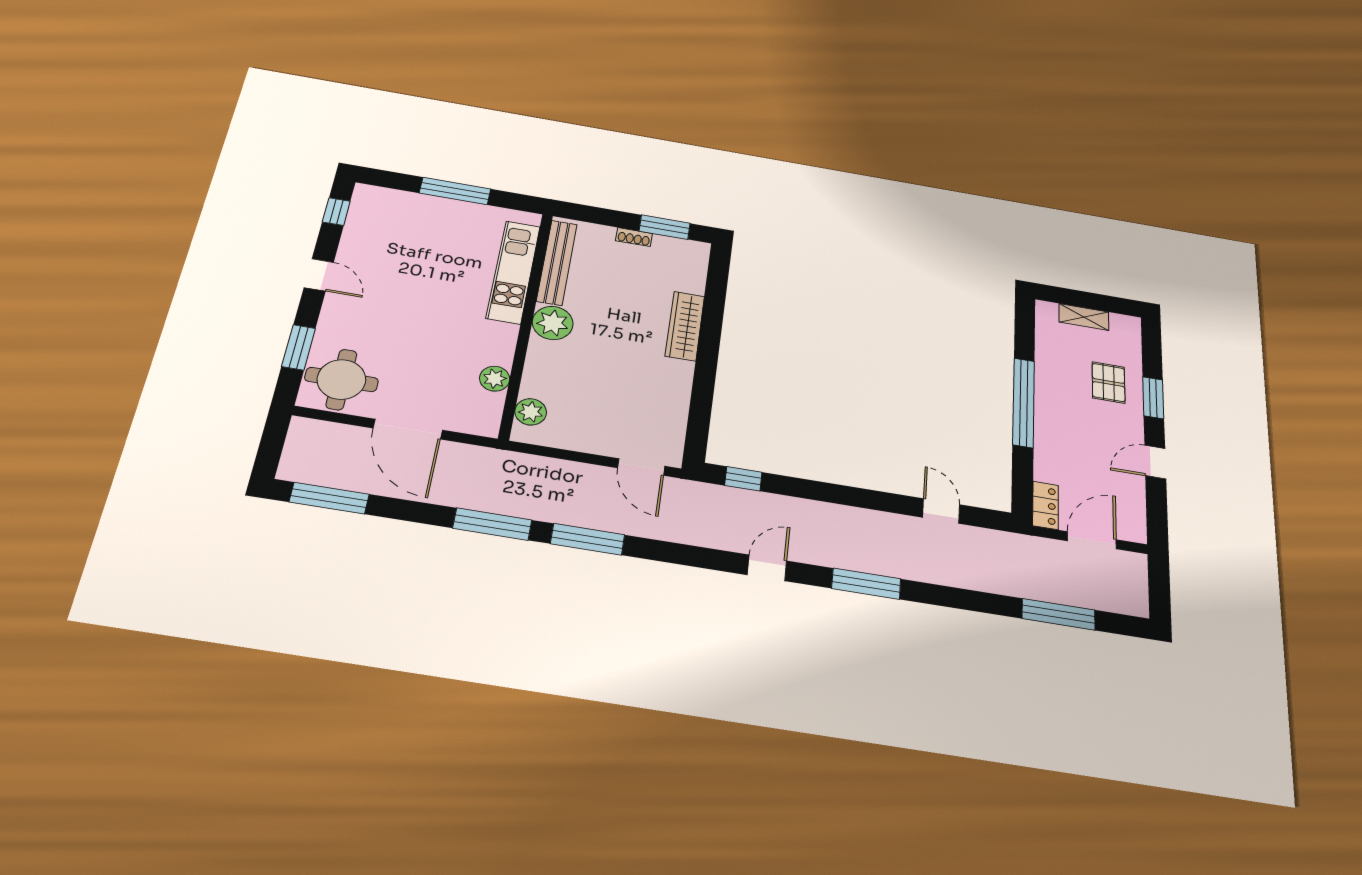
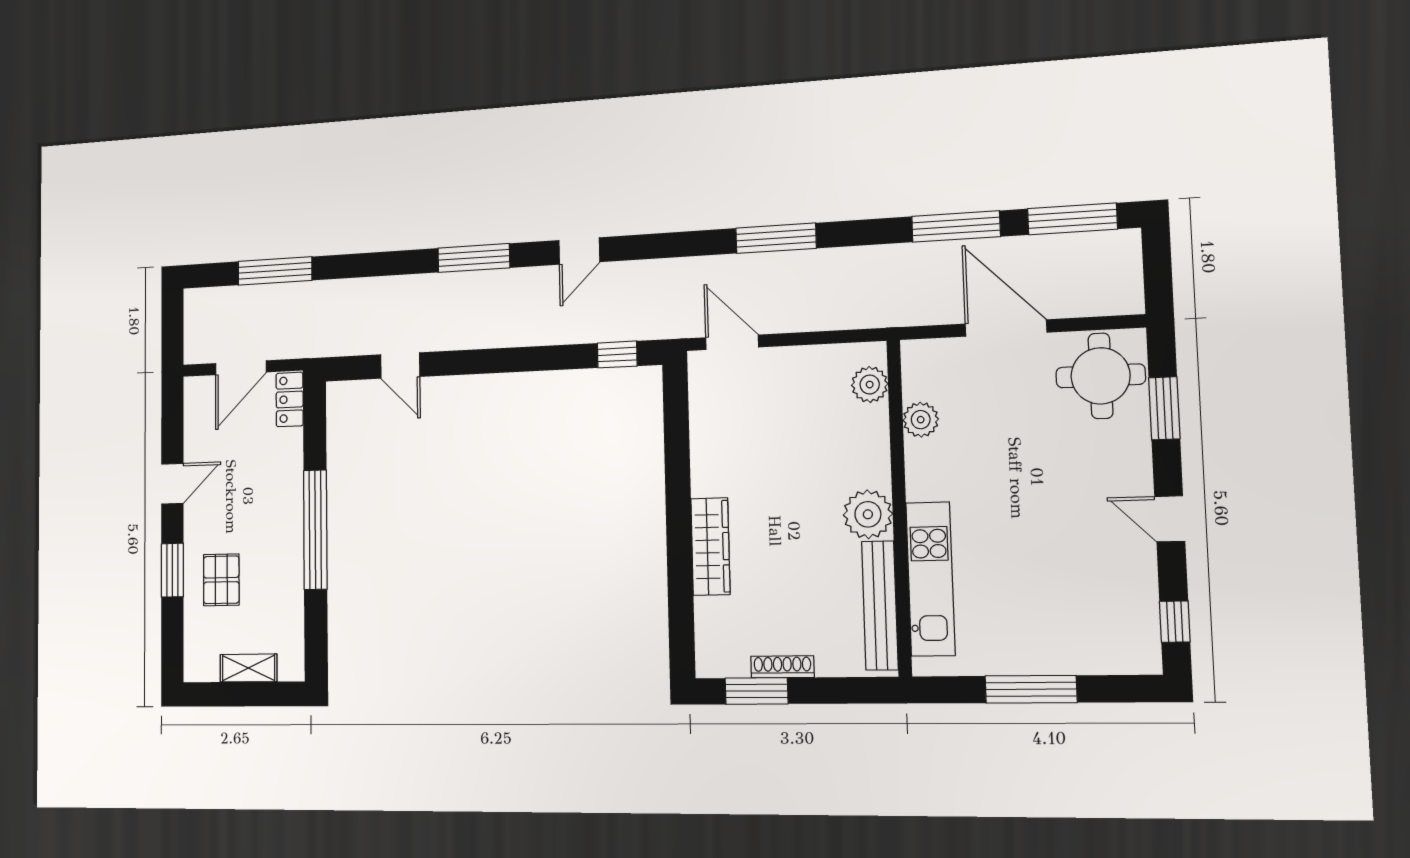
shoe rack: (634, 237) -> (782, 667), width x1.43
window: (492, 524) -> (956, 226), moved

